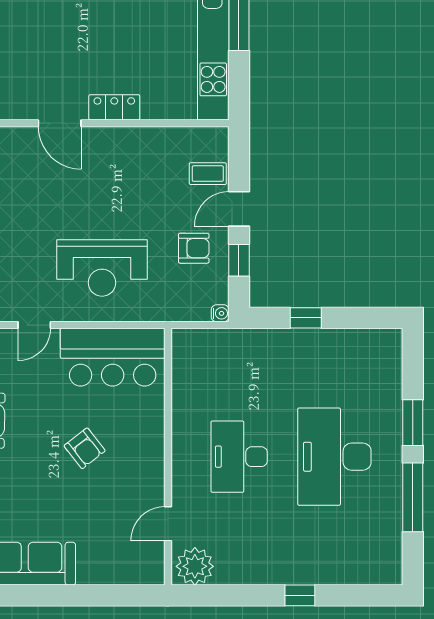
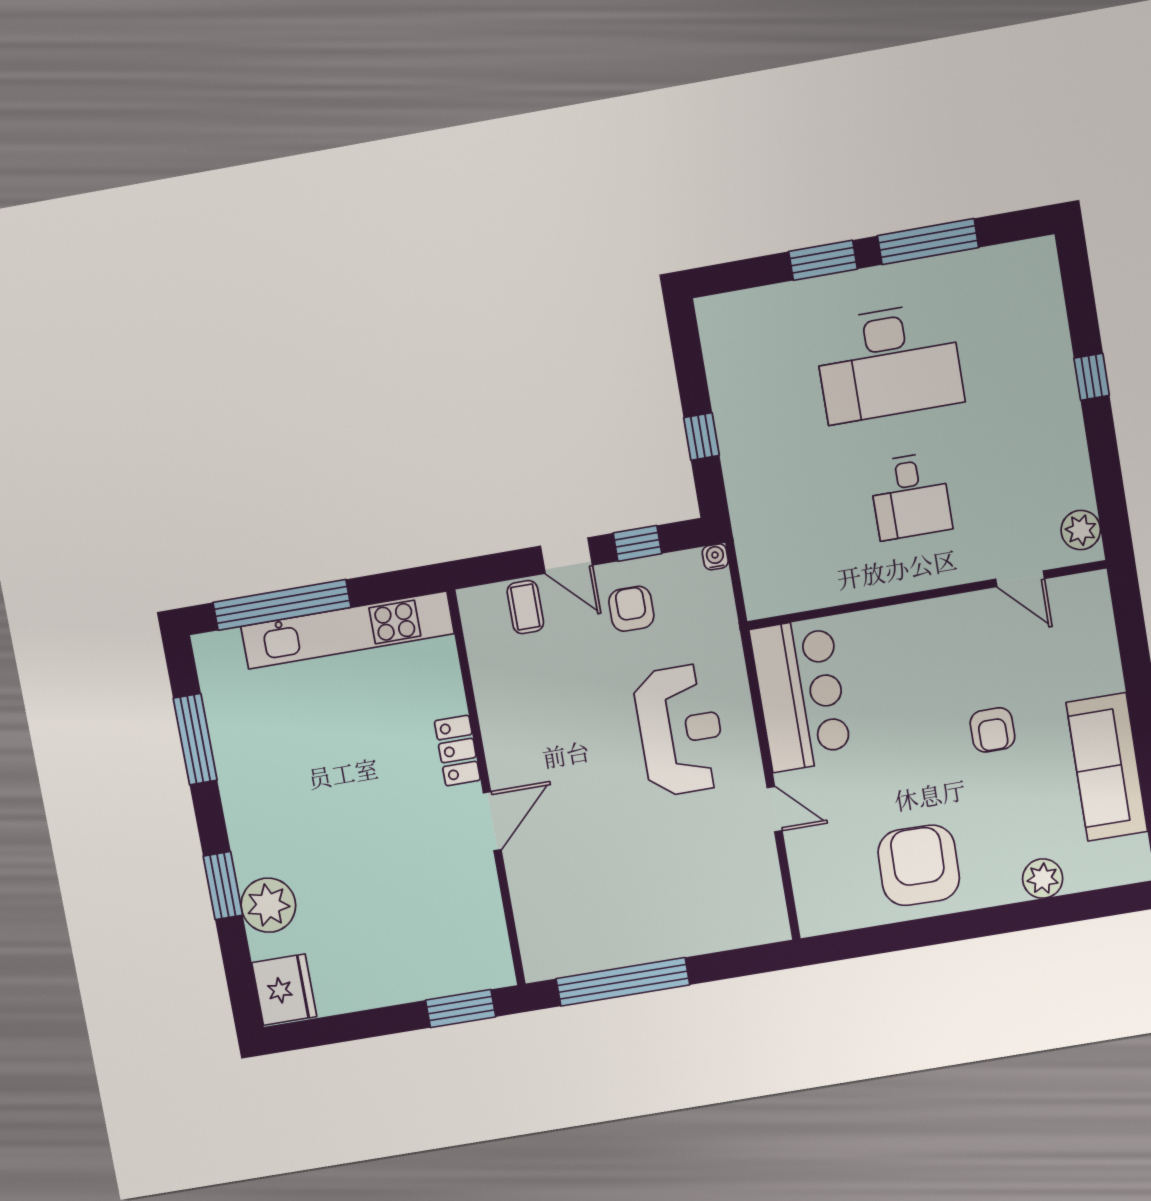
armchair: (85, 448) -> (992, 730), moved, turned 128
desk: (239, 457) -> (910, 496), width x0.73
plant: (195, 566) -> (1081, 530), width x0.73, depth x0.73

